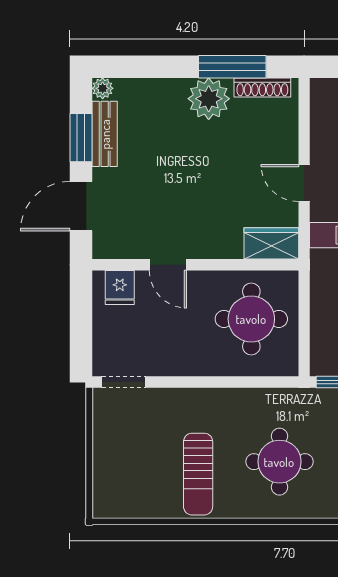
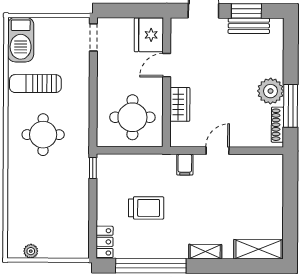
plant: (103, 88) -> (277, 25), removed
wardrobe: (271, 243) -> (180, 104), moved
fridge: (120, 288) -> (149, 35), width x1.88, depth x1.34
barbecue: (128, 498) -> (21, 40), added

